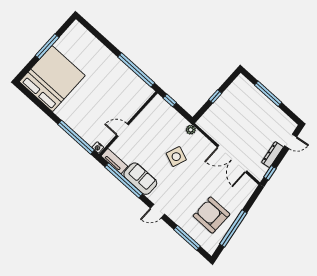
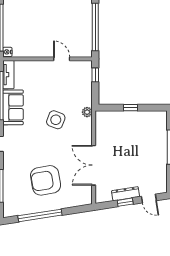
door: (122, 130) -> (62, 59), moved
window: (270, 173) -> (125, 202), moved
armchair: (212, 215) -> (46, 180), moved, turned -100

